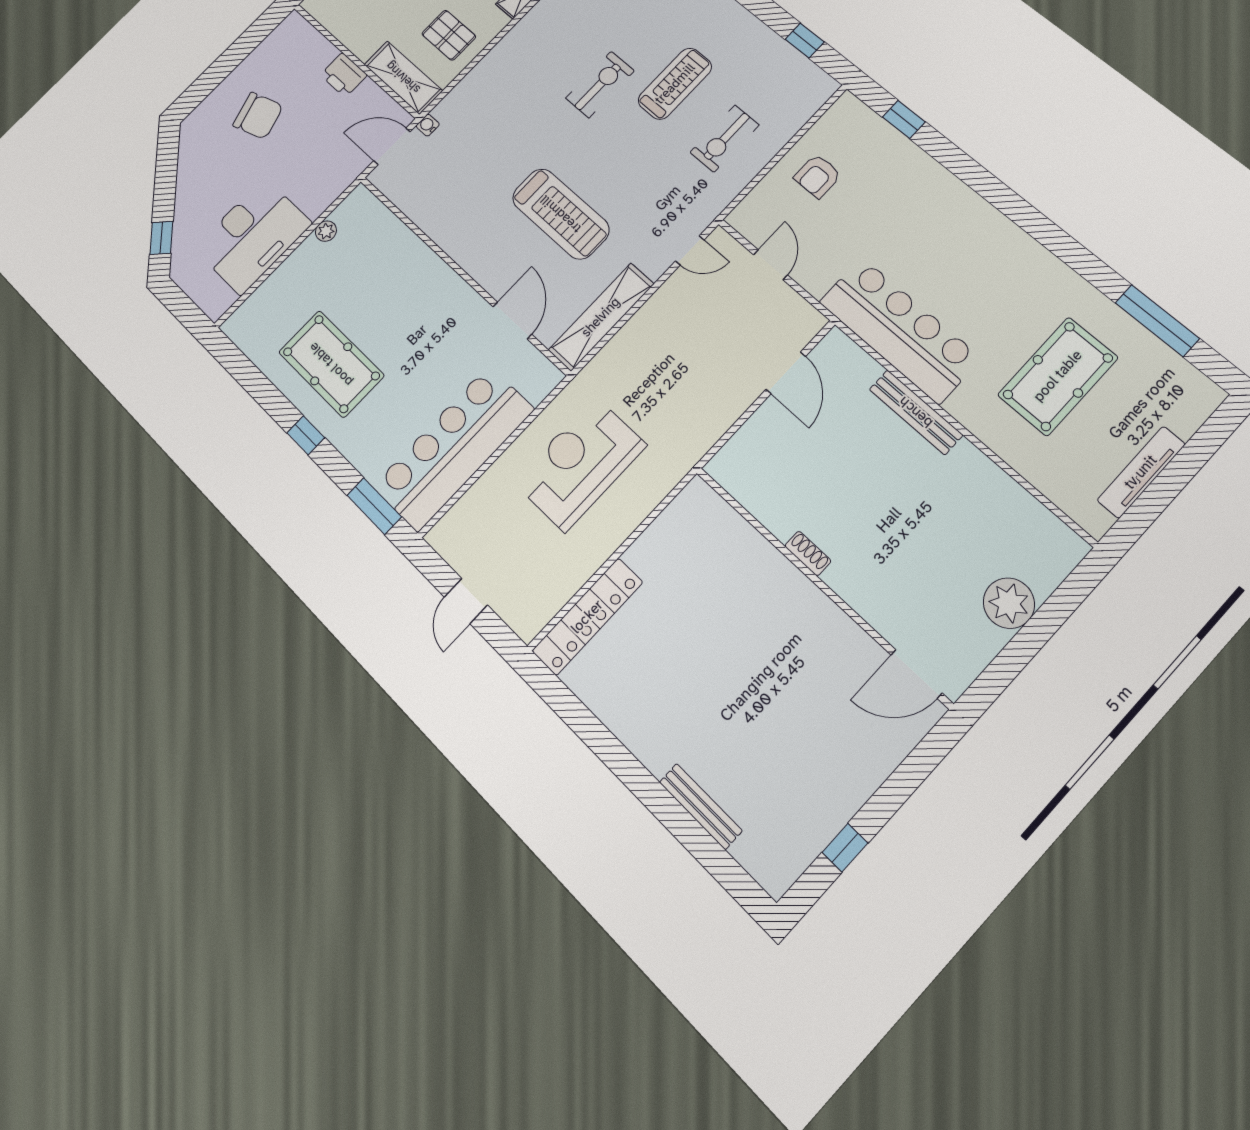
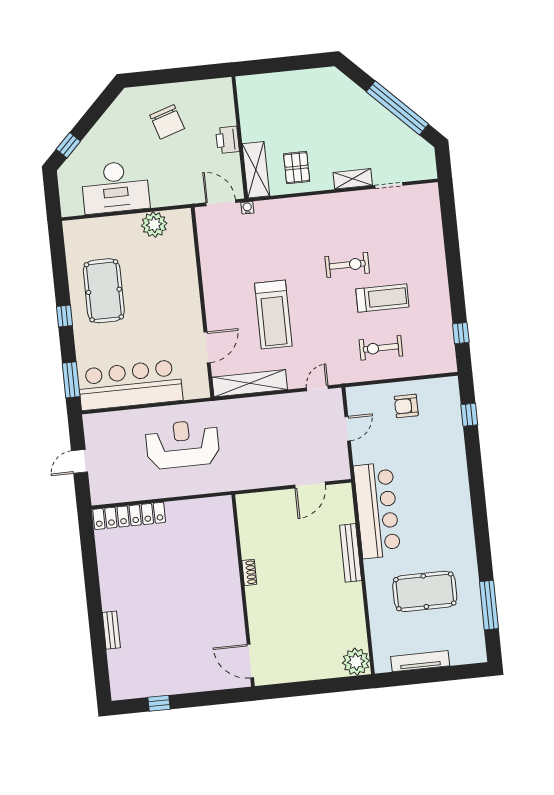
plant: (326, 231) -> (154, 225), width x1.87, depth x1.87
door: (690, 250) -> (317, 388), swing flipped
plant: (1009, 603) -> (356, 662), moved
bench: (701, 806) -> (111, 630), width x0.73

